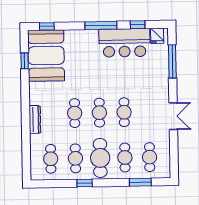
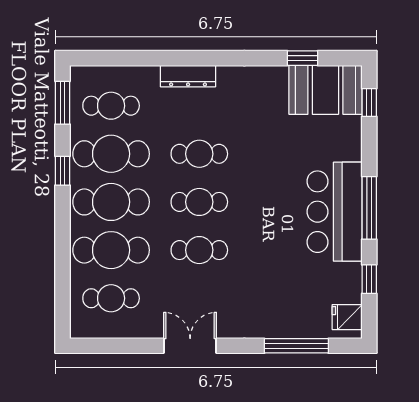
bar counter: (124, 43) -> (335, 212), moved
booth: (46, 56) -> (325, 90), width x0.73, depth x0.70
double door: (173, 116) -> (190, 346), swing flipped
cafe table: (125, 157) -> (111, 250), width x1.37, depth x1.35
cafe table: (75, 158) -> (111, 154), width x1.37, depth x1.35
window: (140, 182) -> (62, 103), moved

